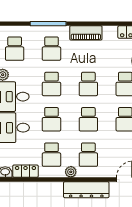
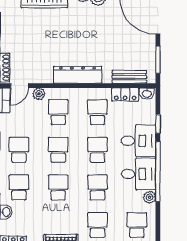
plant: (71, 172) -> (39, 94), moved
bench: (22, 188) -> (129, 77), added
dresser: (86, 190) -> (78, 75), moved

